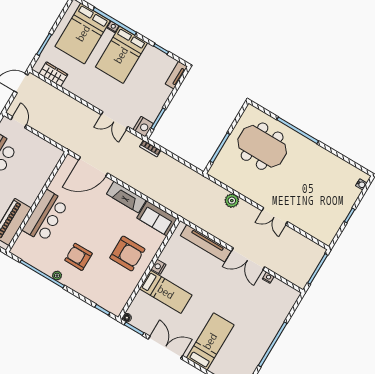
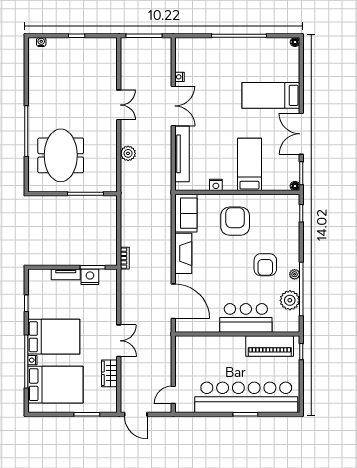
wardrobe: (53, 74) -> (109, 373), moved
tv unit: (176, 75) -> (66, 274), moved
double door: (114, 121) -> (119, 341), moved
nightstand: (143, 127) -> (90, 277), moved
plant: (39, 259) -> (290, 300), added
nightstand: (158, 267) -> (216, 185), moved

